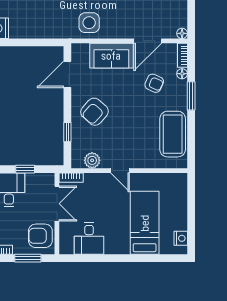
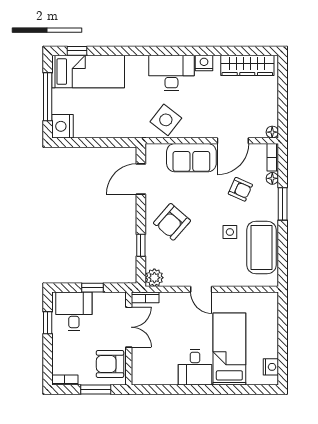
side table: (89, 23) -> (166, 120), turned 38
side table: (145, 121) -> (230, 232), added
plant: (92, 160) -> (154, 278), moved
desk: (89, 239) -> (195, 367), moved

